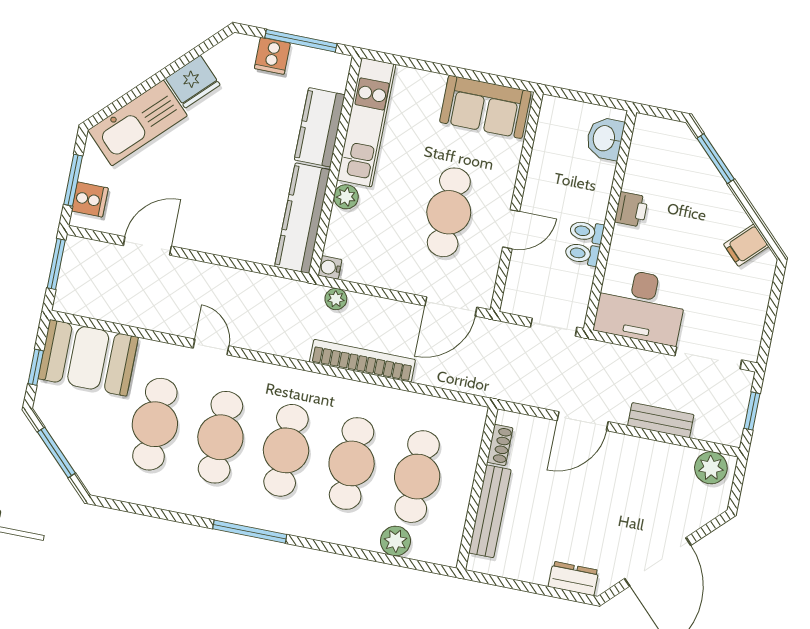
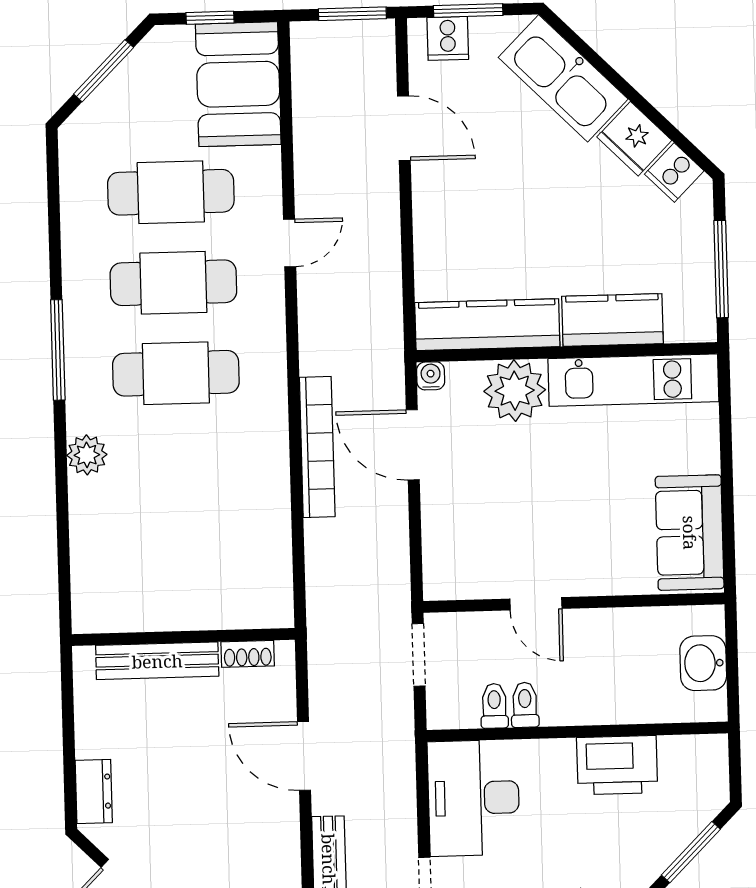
cooker: (272, 56) -> (674, 173), moved, turned -45
washbasin: (605, 138) -> (703, 663), moved, turned -90
plant: (346, 197) -> (515, 391), width x1.87, depth x1.87
printer: (631, 209) -> (617, 765), width x1.87, depth x1.48
cafe table: (449, 212) -> (539, 516), removed
toilet: (587, 232) -> (494, 706), moved
plant: (336, 299) -> (391, 393), removed
door: (451, 306) -> (413, 445), moved
doorway: (554, 327) -> (419, 655), moved
cafe table: (352, 463) -> (178, 464), removed
cafe table: (417, 477) -> (181, 554), removed
plant: (395, 541) -> (87, 455), moved

